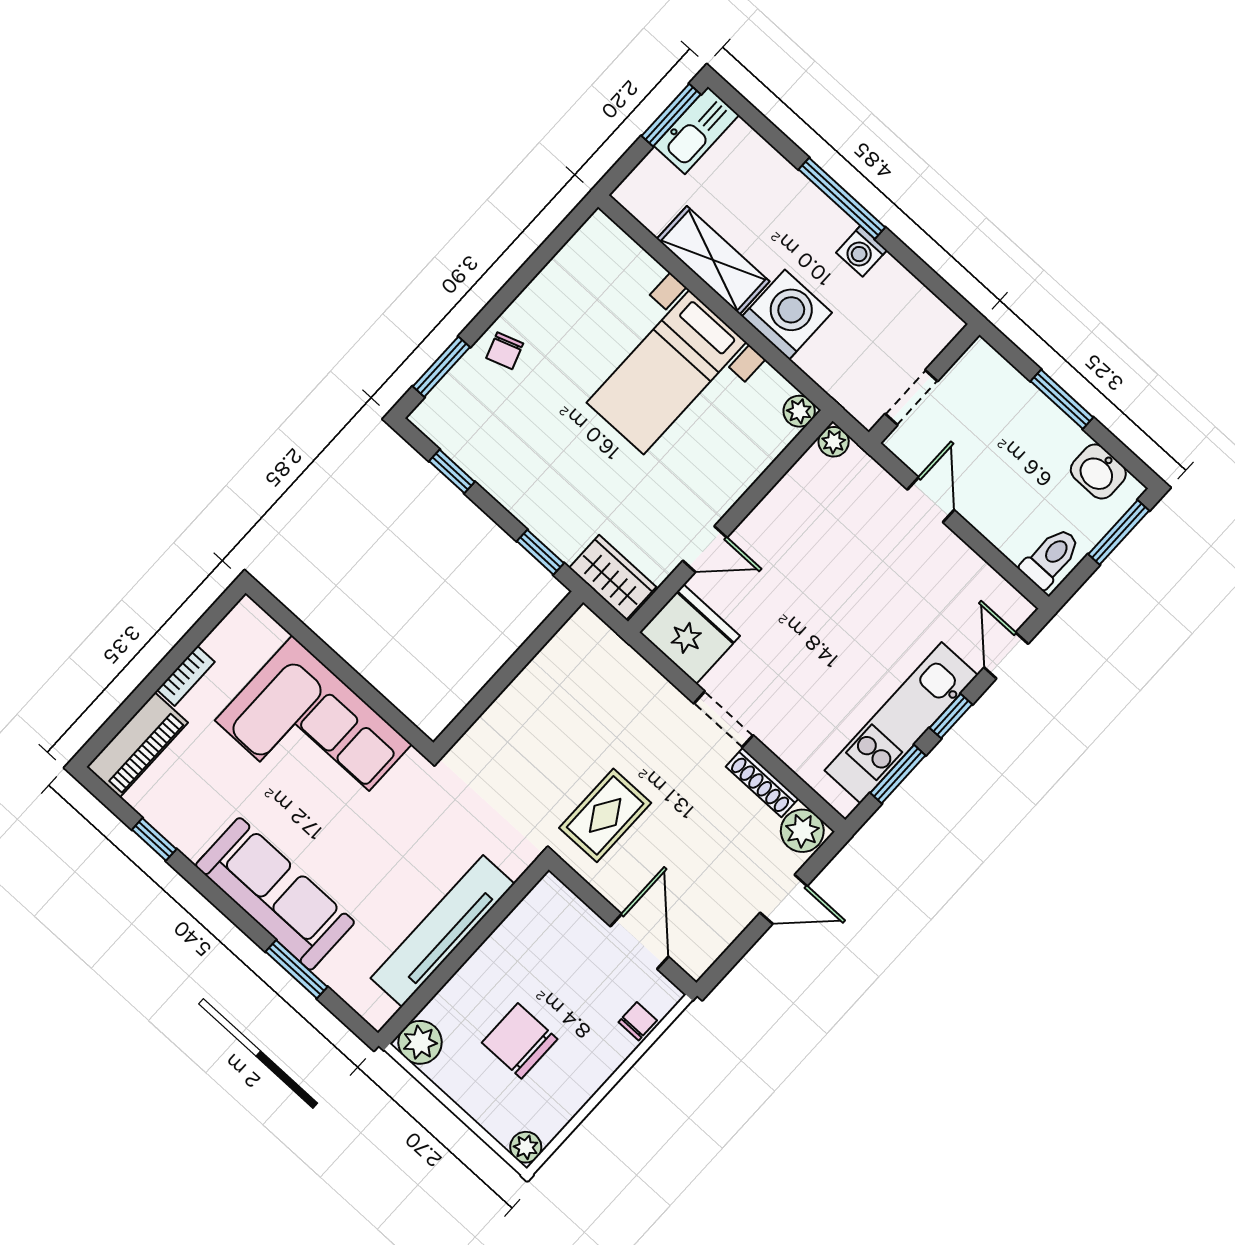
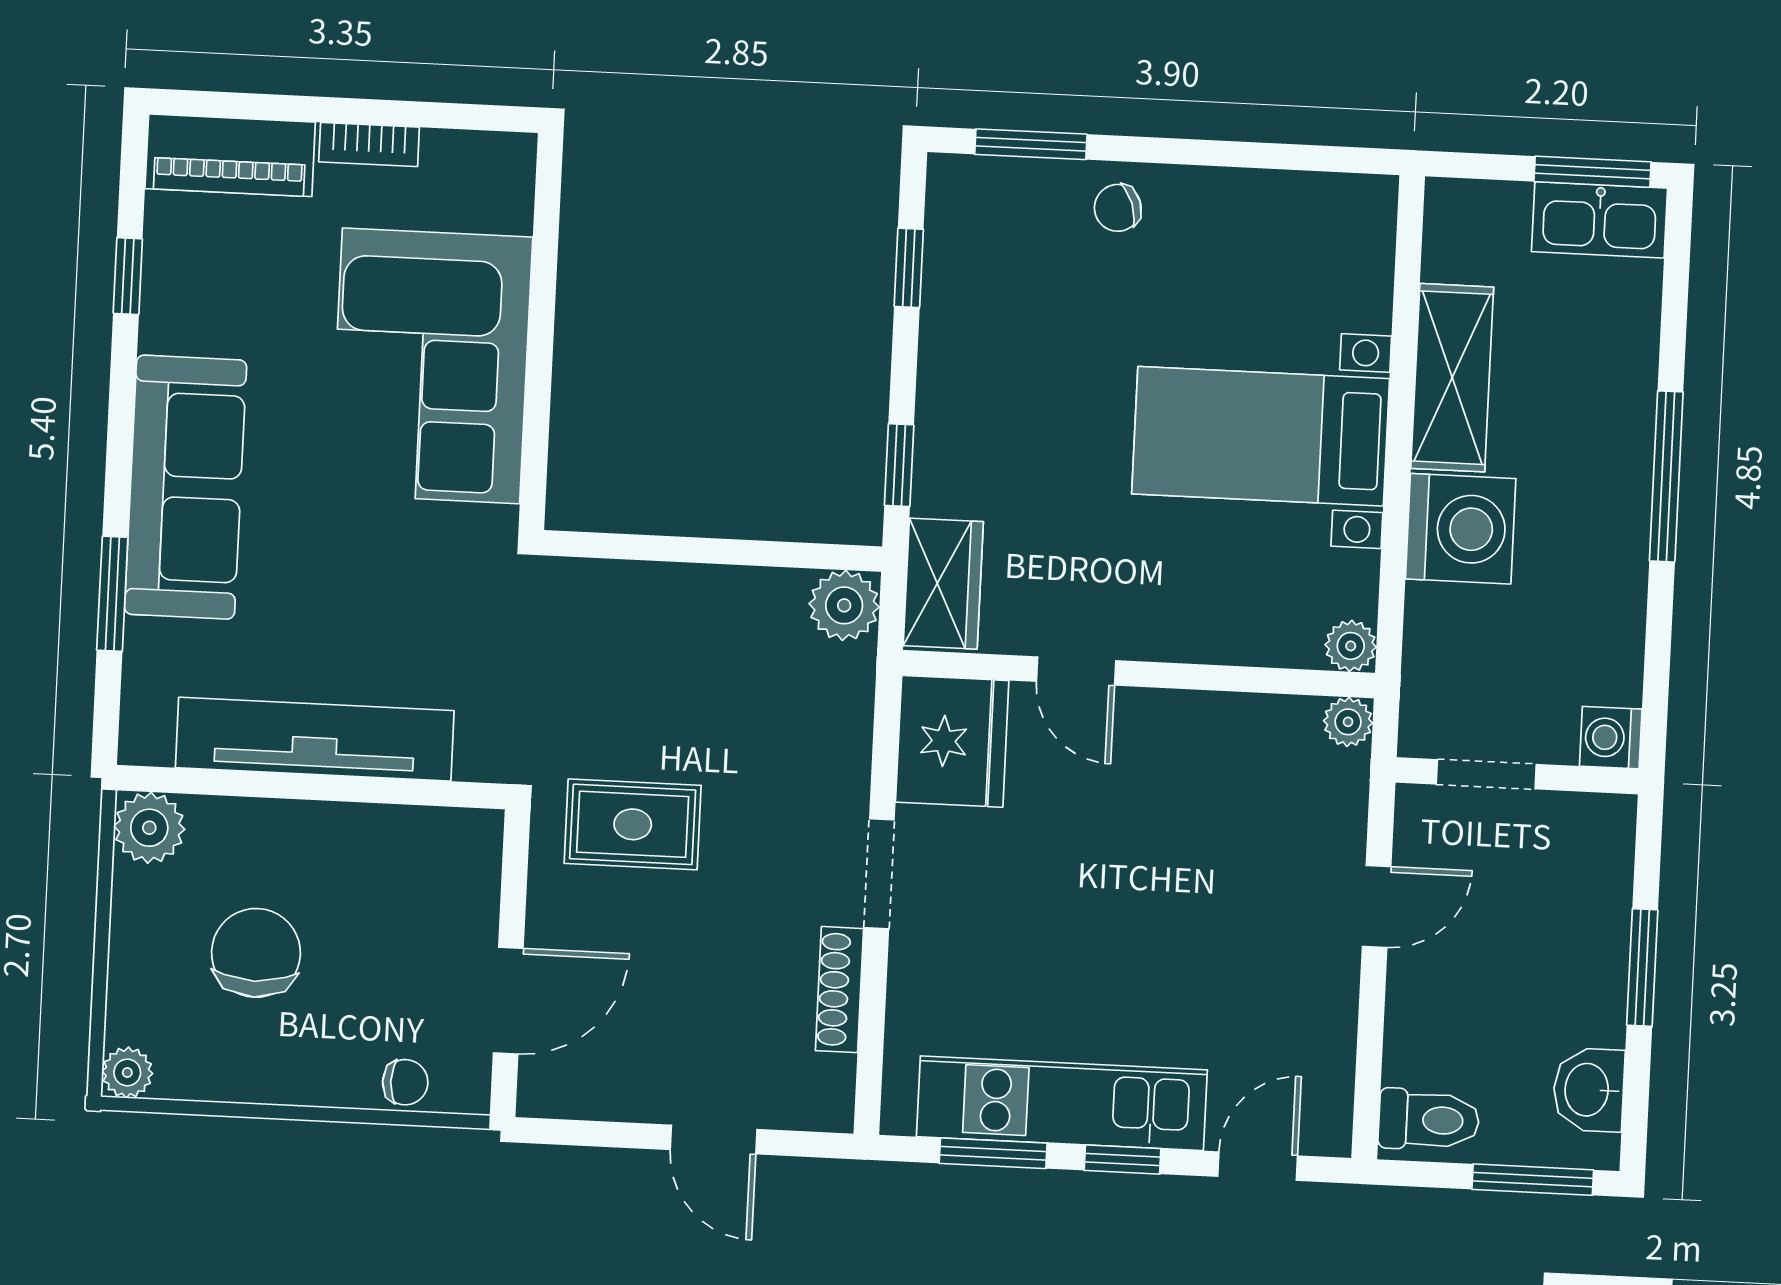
washing machine: (862, 251) -> (1611, 738), moved
plant: (802, 831) -> (844, 605), moved

